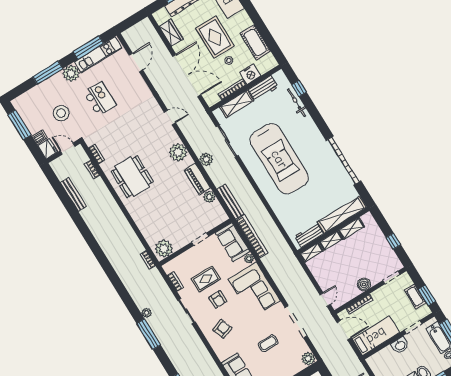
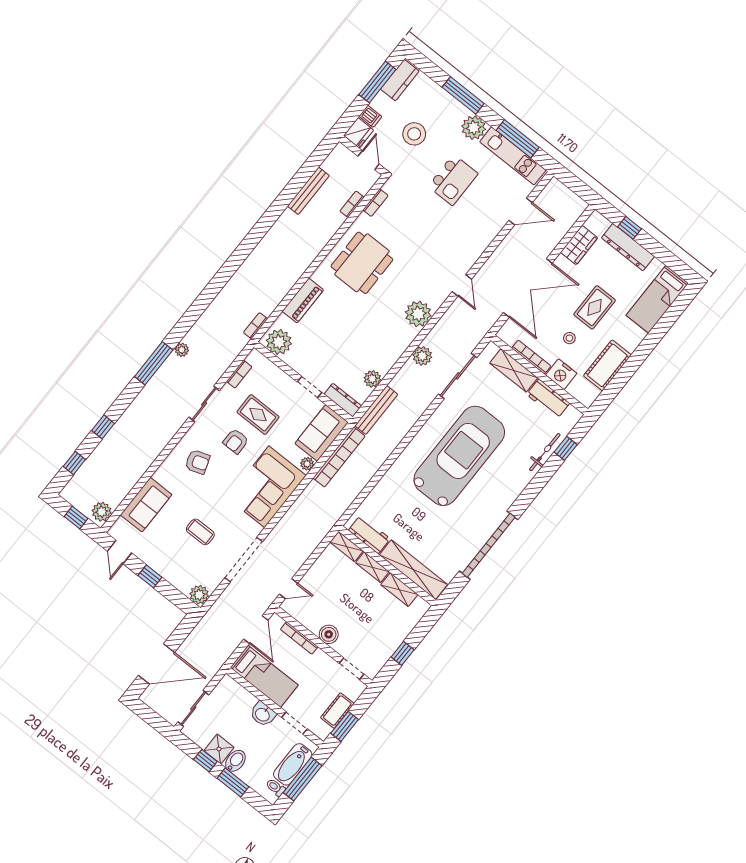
rug: (215, 37) -> (595, 307), width x0.73, depth x0.70
kitchen counter: (23, 110) -> (400, 80), added
car: (279, 159) -> (459, 456), turned 180
piano: (197, 179) -> (303, 301), moved, turned 180
dresser: (216, 221) -> (343, 400), added

